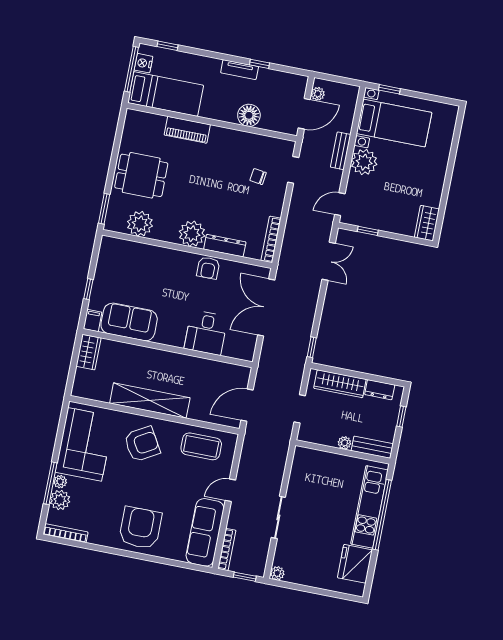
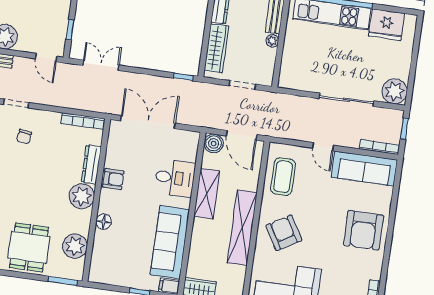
floor lamp: (164, 255) -> (104, 222), added
double door: (266, 307) -> (148, 122), swing flipped
sofa: (129, 322) -> (170, 242), width x1.36
shelving: (188, 365) -> (207, 194), added
boiler: (240, 375) -> (214, 143), added
sliding door: (278, 517) -> (347, 100), width x1.37
armchair: (140, 528) -> (363, 230), turned -90
plant: (277, 573) -> (395, 91), width x1.87, depth x1.87

